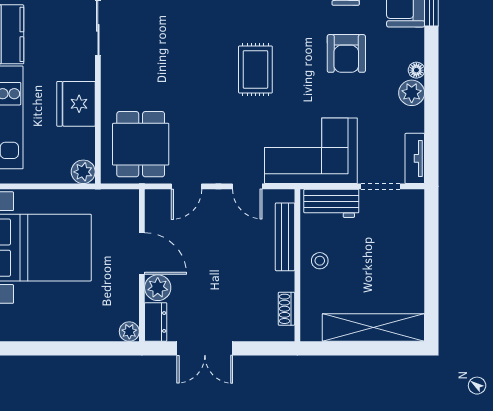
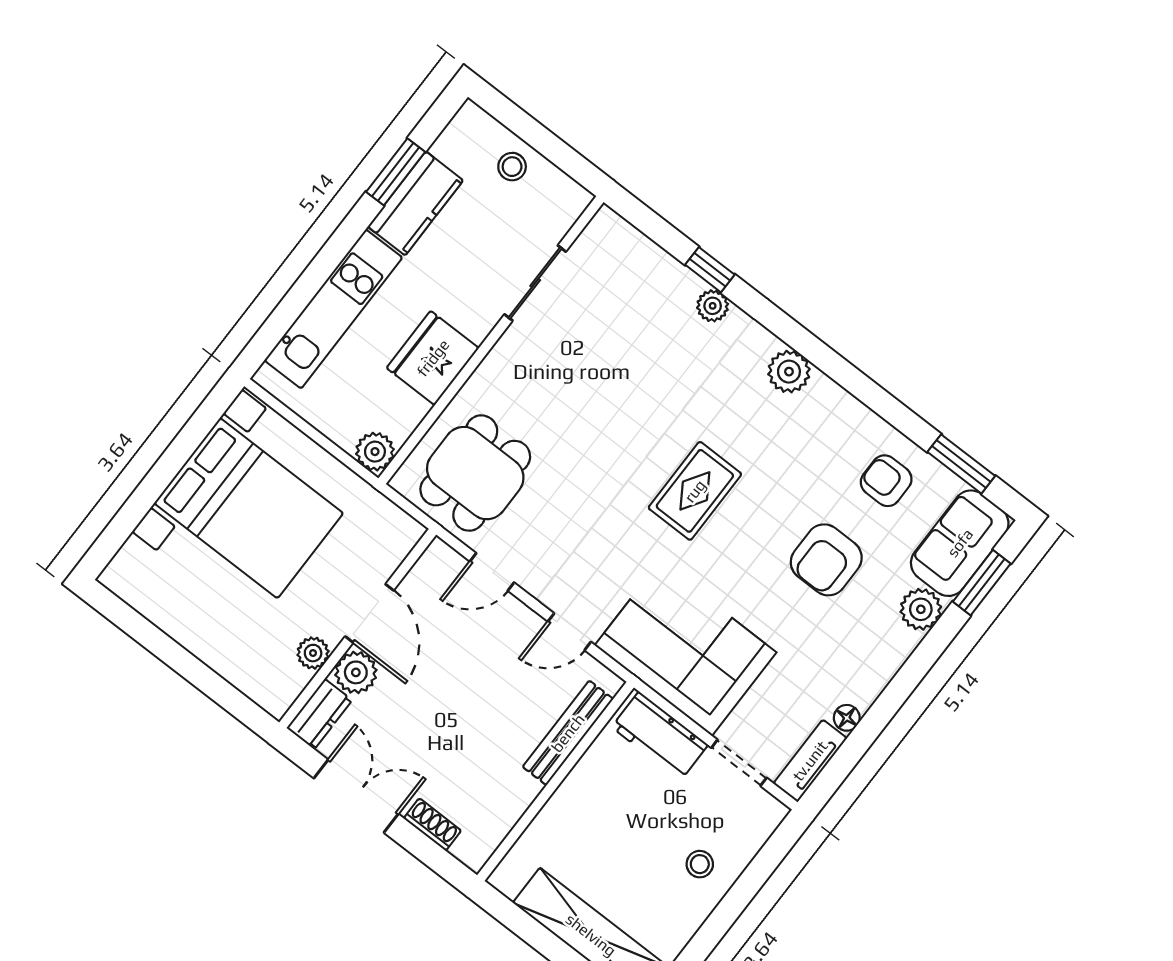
floor lamp: (416, 70) -> (847, 718), moved
plant: (412, 93) -> (921, 609), moved
door: (247, 186) -> (569, 632), hinge flipped
stool: (320, 261) -> (700, 864), moved
shoe rack: (286, 309) -> (432, 825), moved, turned 90
plant: (129, 332) -> (313, 653), moved
double door: (205, 348) -> (356, 796), swing flipped

